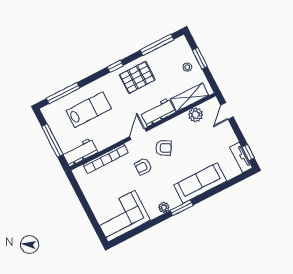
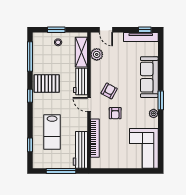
pallet: (137, 77) -> (47, 84), turned 90
window: (63, 93) -> (30, 145), width x0.46
lab bench: (89, 110) -> (52, 132), turned 180
workbench: (80, 152) -> (80, 150), width x1.38
tv unit: (241, 157) -> (141, 37), width x1.41

